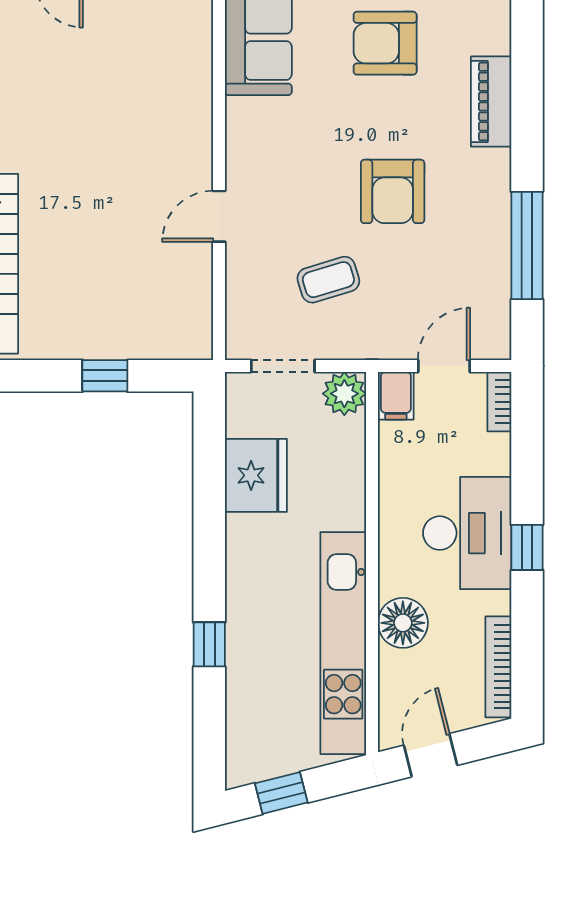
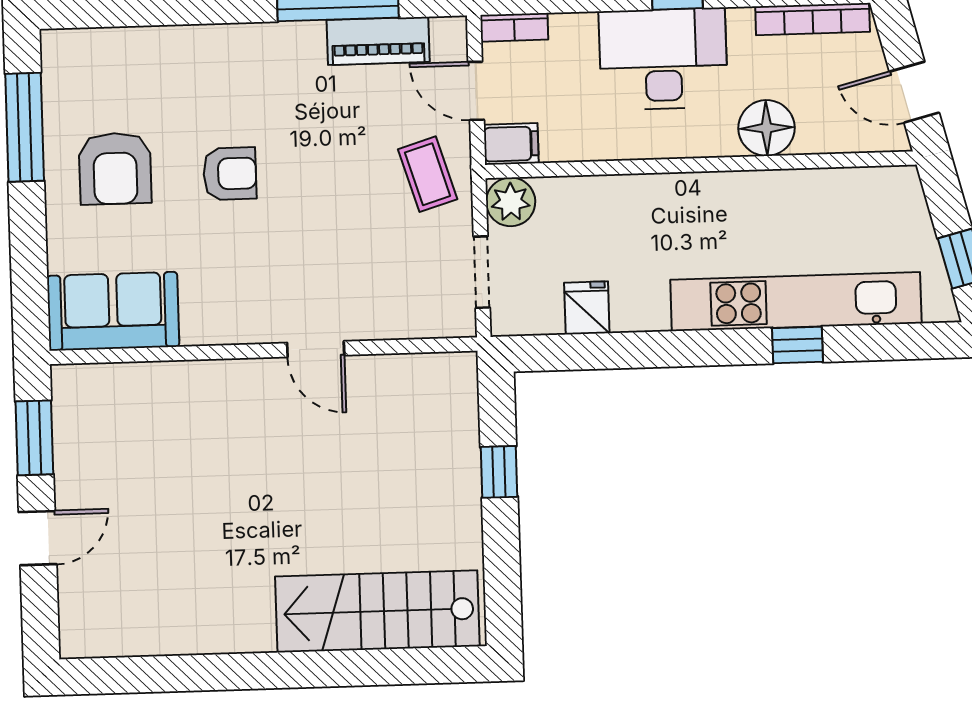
piano: (491, 102) -> (378, 41), moved
armchair: (393, 191) -> (230, 174), moved, width x0.72, depth x0.72
coffee table: (328, 280) -> (428, 174), moved
fridge: (256, 475) -> (587, 308), width x0.53, depth x0.75
kitchen unit: (343, 643) -> (796, 302), moved, turned 180

